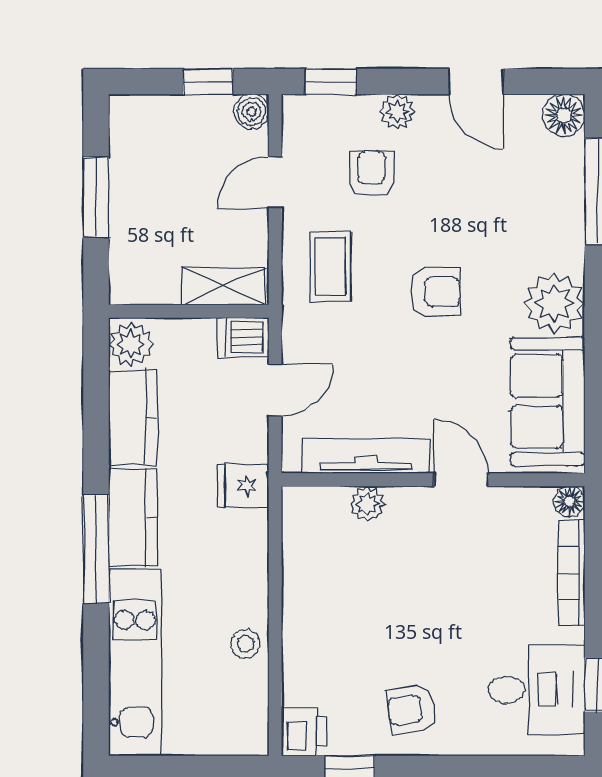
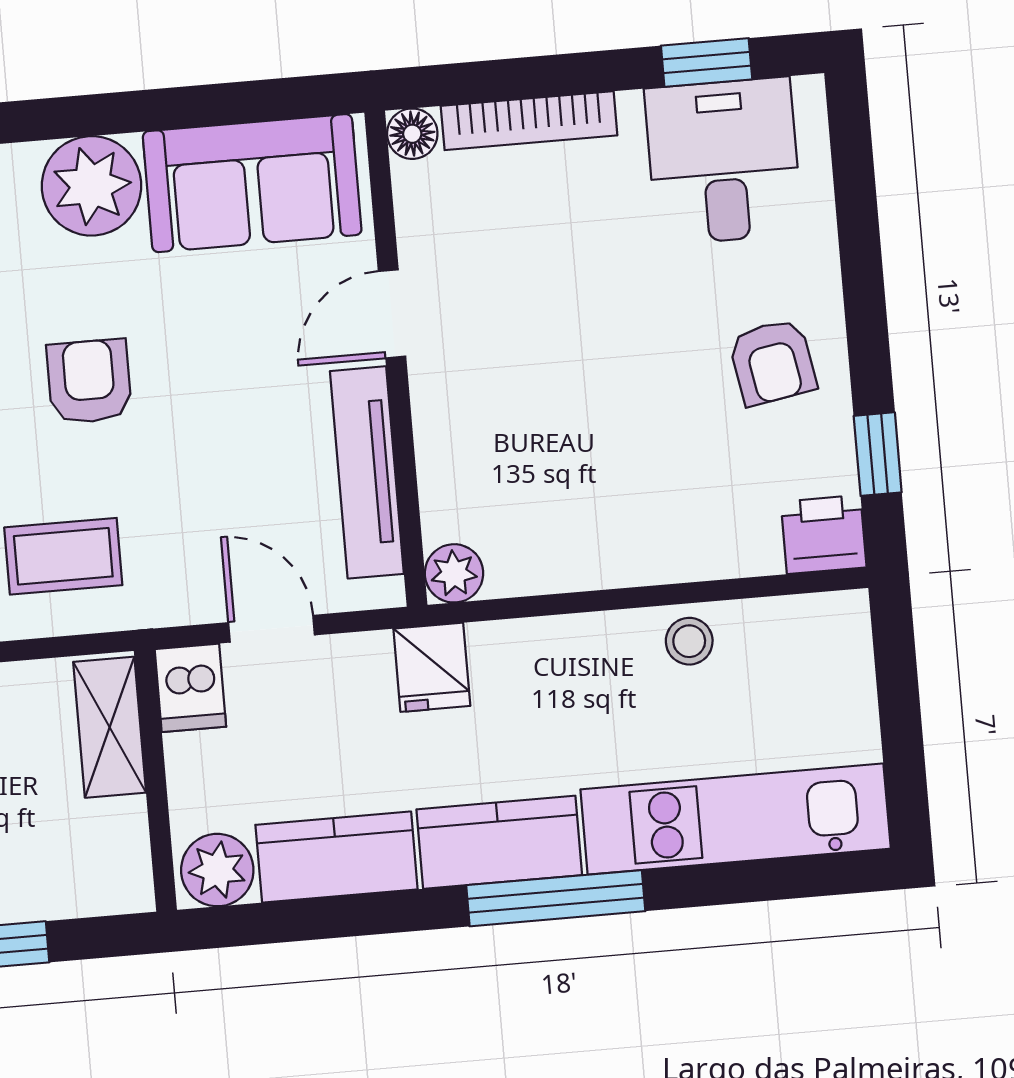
plant: (367, 504) -> (454, 573), moved

